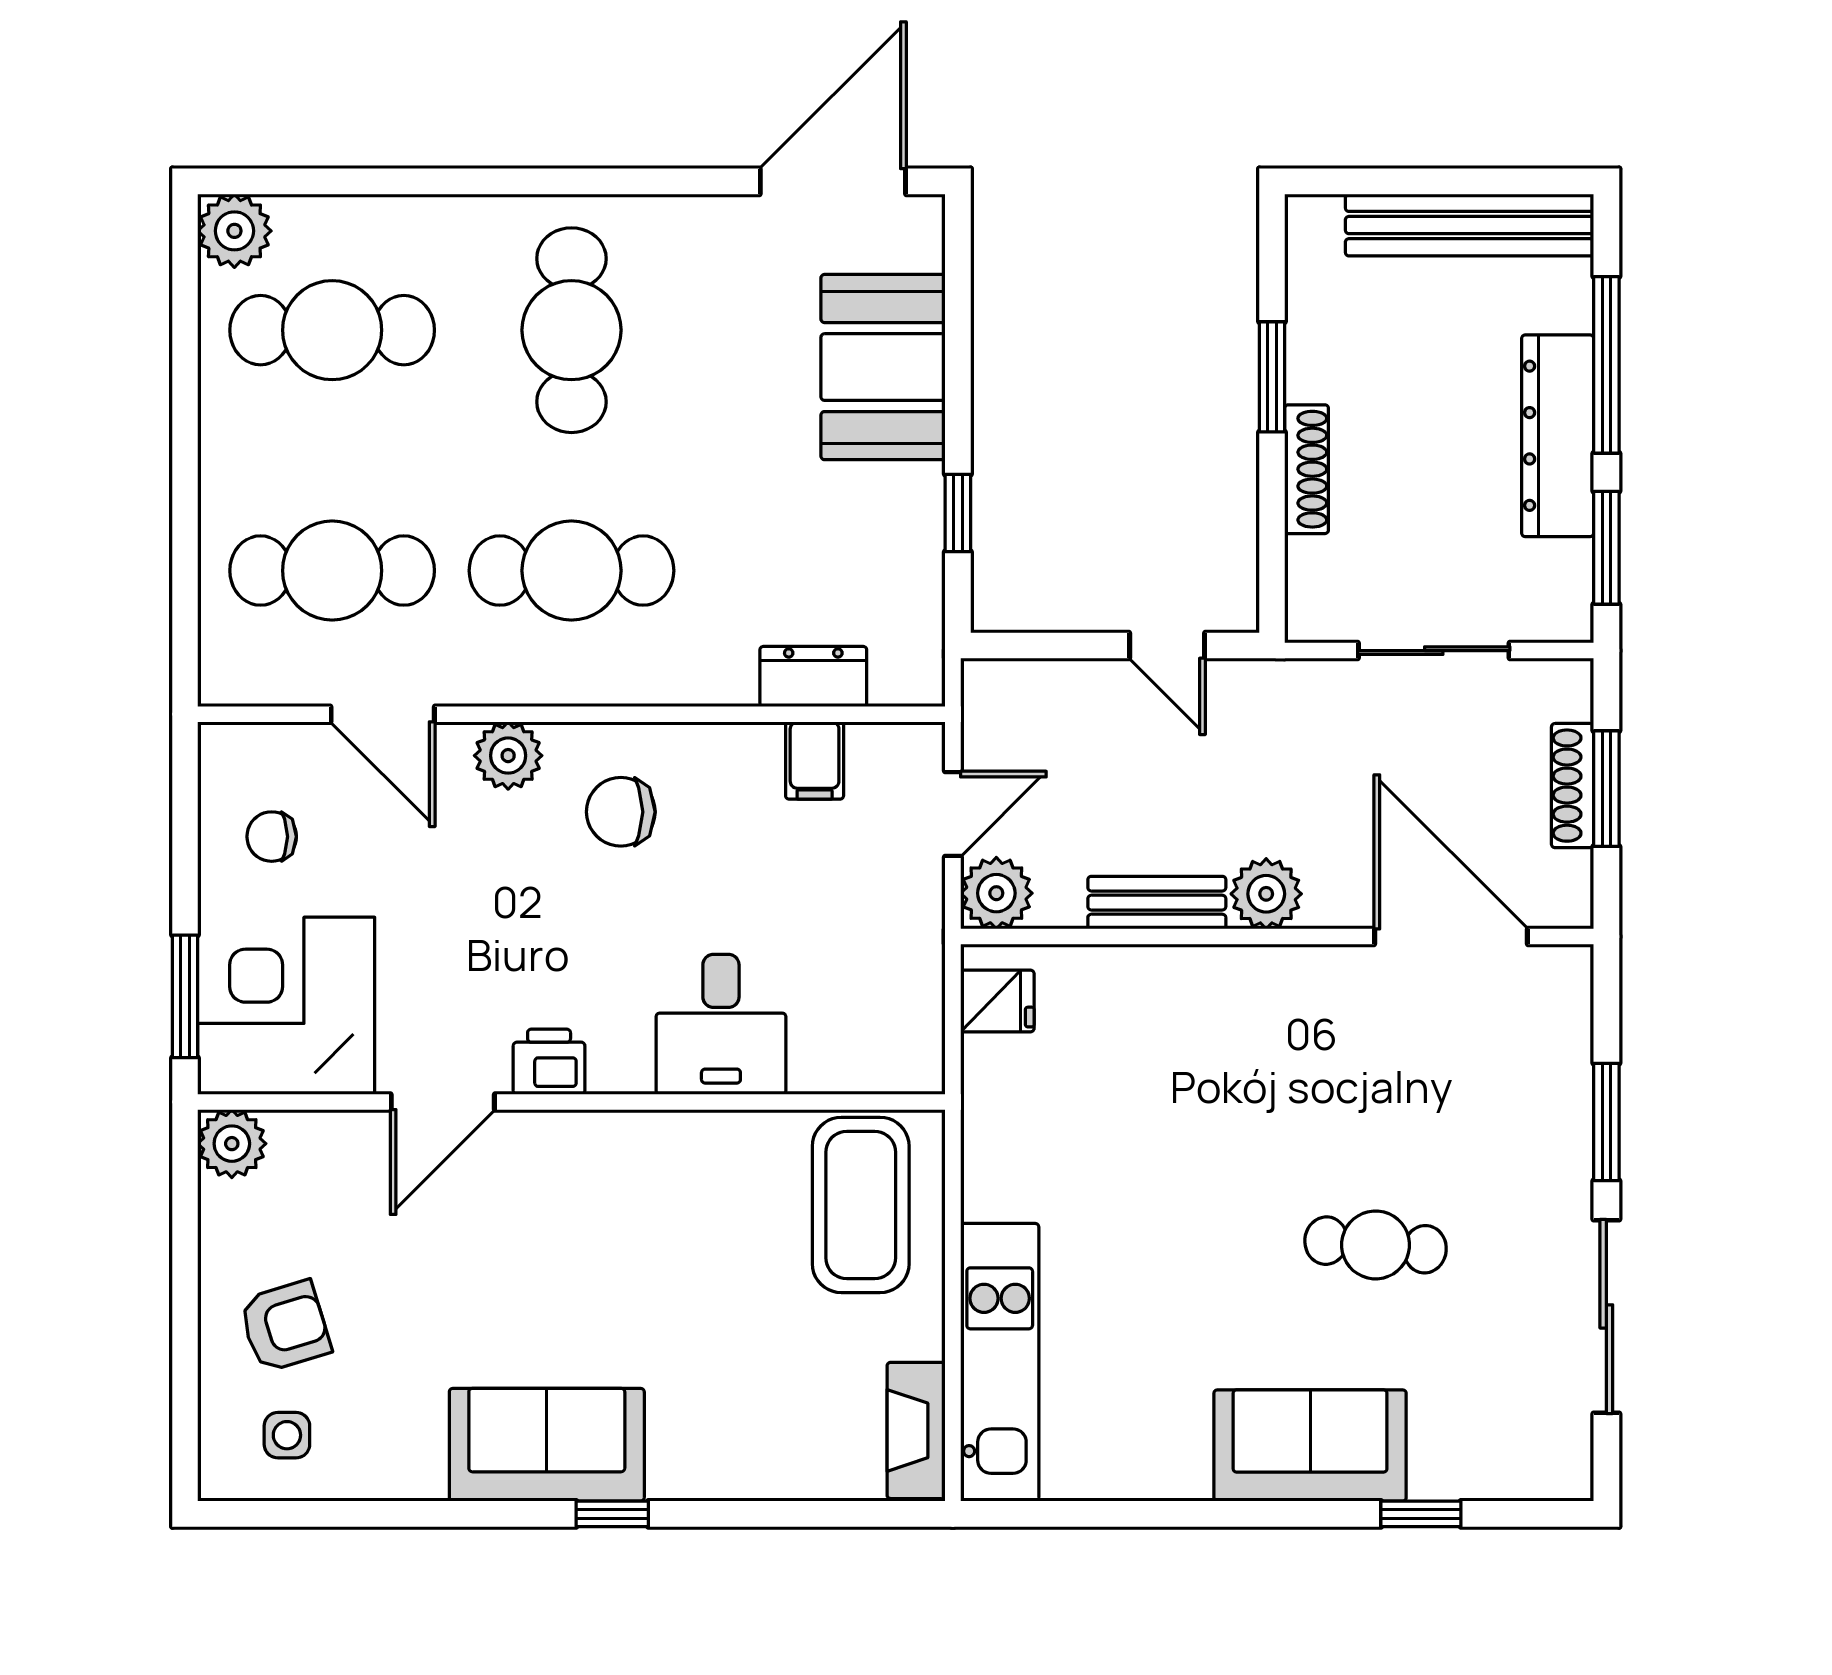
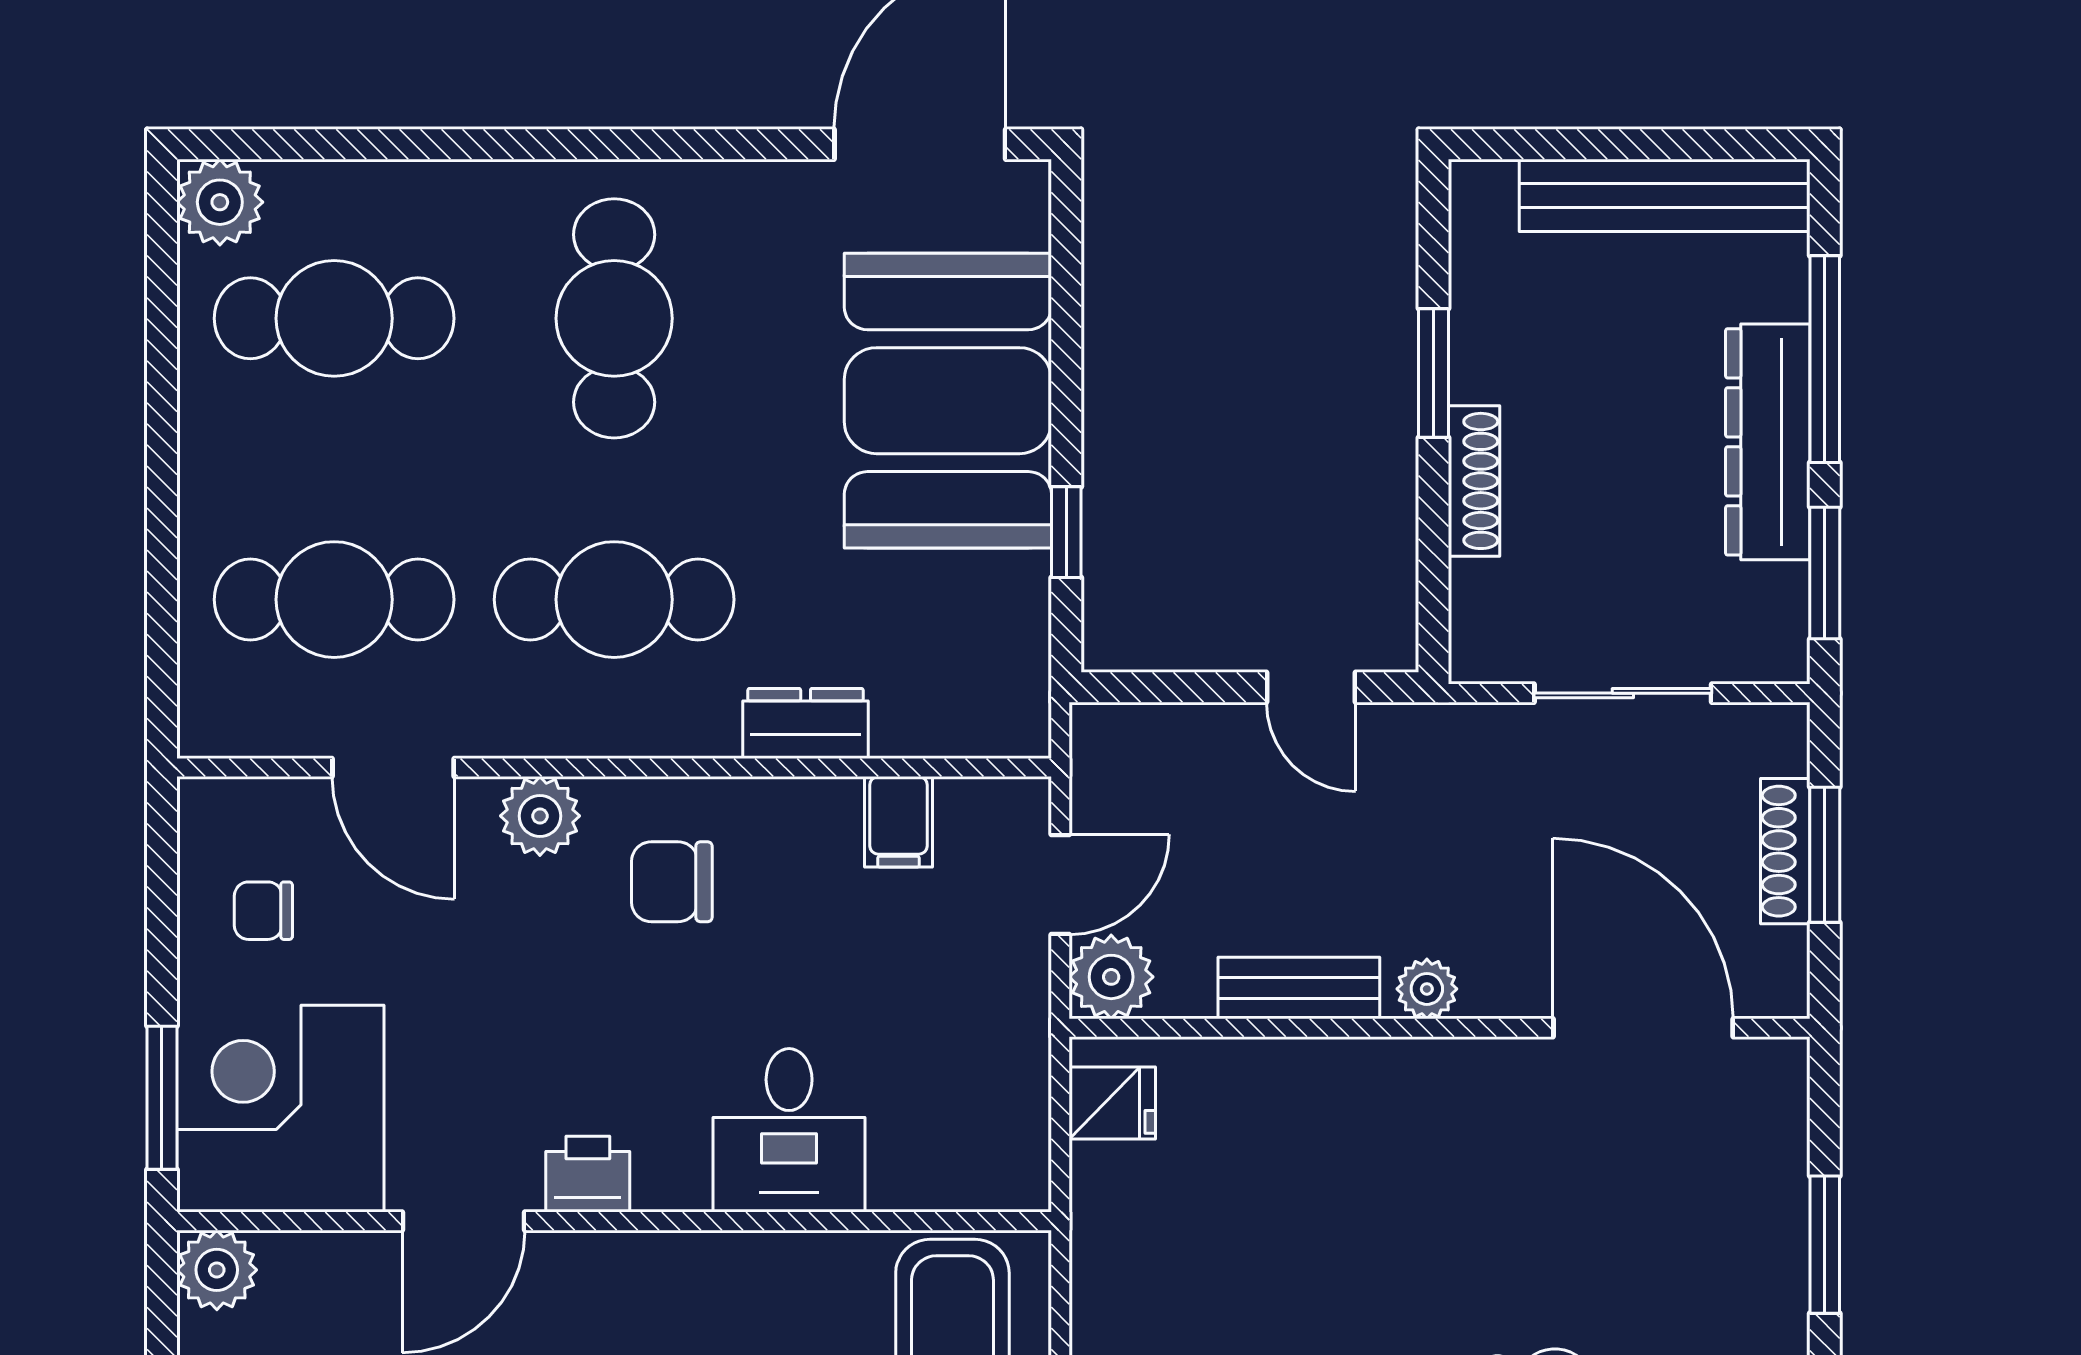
booth: (883, 367) -> (948, 401), width x1.36, depth x1.42
dresser: (813, 676) -> (806, 723), moved
plant: (1266, 894) -> (1427, 989), width x0.73, depth x0.73

